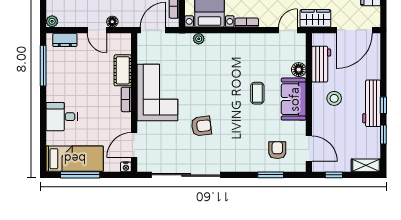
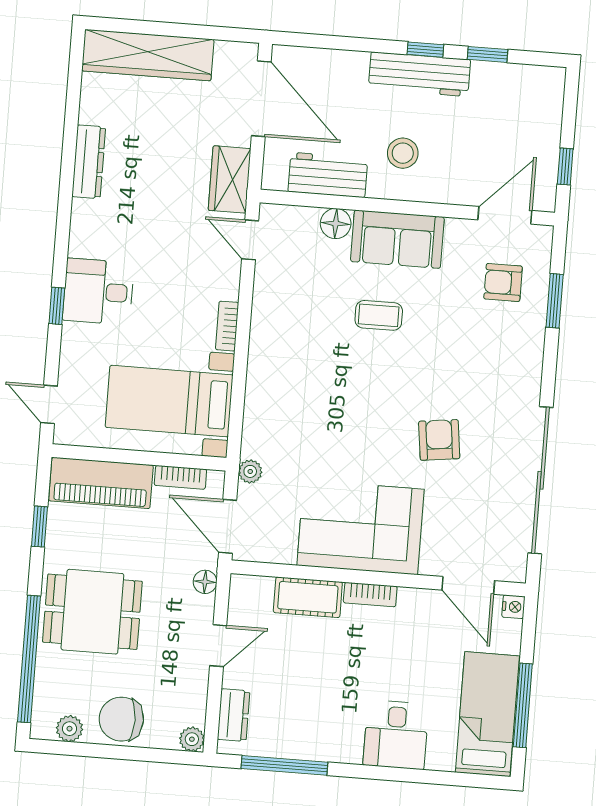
floor lamp: (112, 22) -> (205, 582), moved
plant: (199, 39) -> (250, 471), moved
shelving: (366, 165) -> (550, 97), removed

